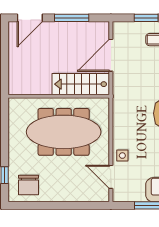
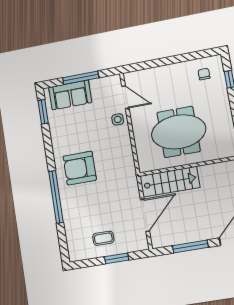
meeting table: (64, 132) -> (179, 132), width x0.73
chair: (28, 185) -> (204, 74), width x0.54, depth x0.54

